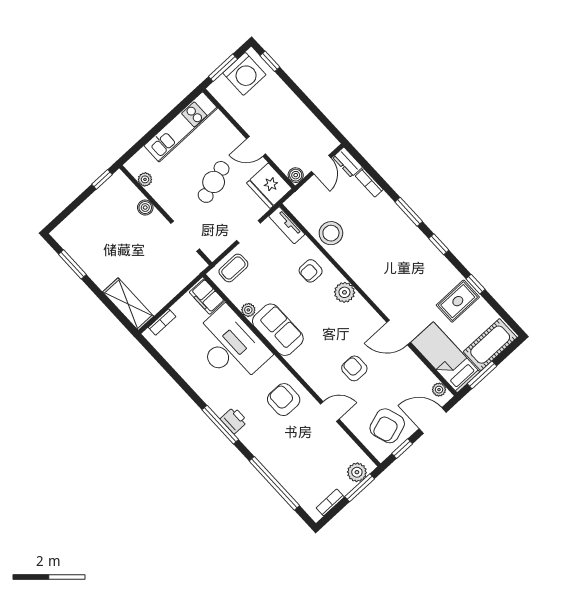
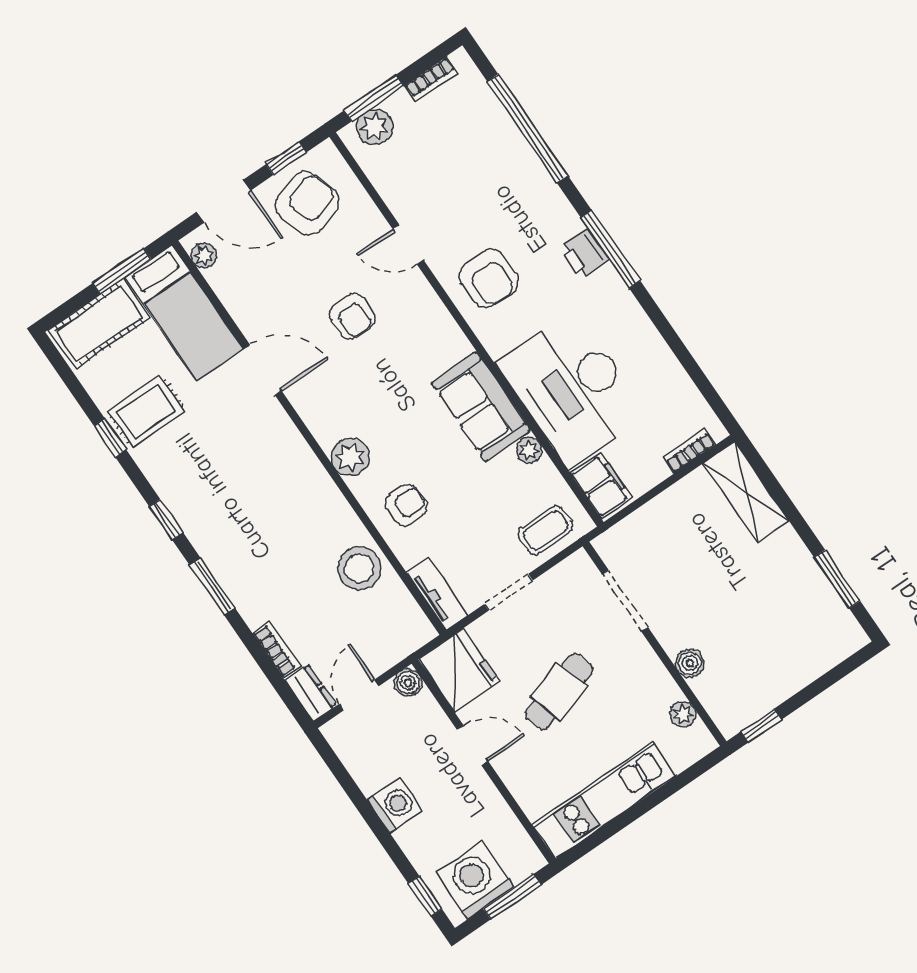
washing machine: (293, 108) -> (395, 805), added

